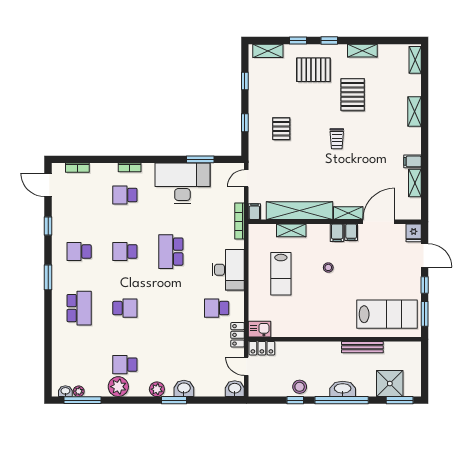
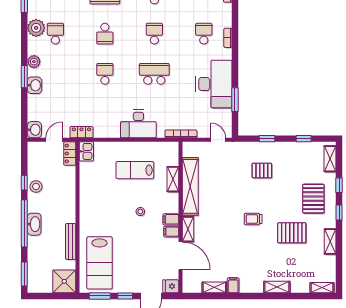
filing cabinet: (254, 212) -> (189, 147), removed
school desk: (217, 308) -> (105, 74), moved
shower: (390, 384) -> (64, 281), moved

